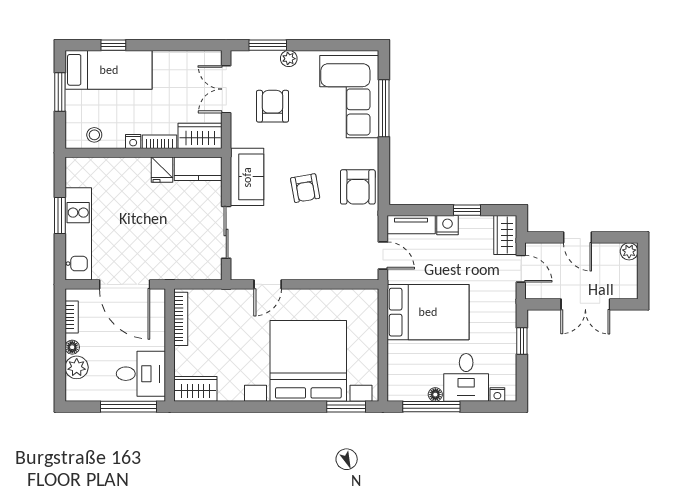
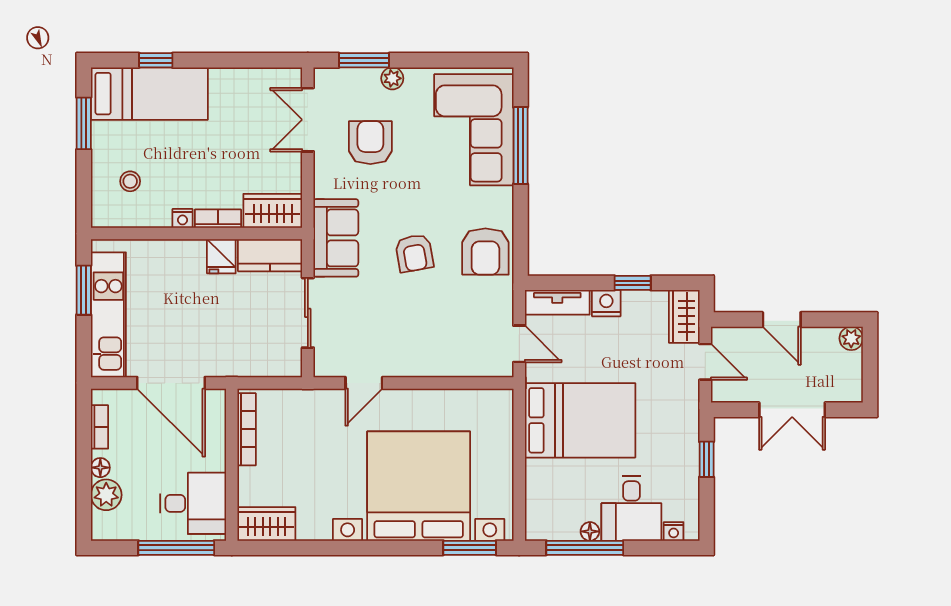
wardrobe: (200, 136) -> (273, 211), moved
nightstand: (133, 142) -> (182, 218), moved
bookcase: (159, 142) -> (218, 219), moved
wall: (144, 153) -> (196, 234), moved
kitchen counter: (198, 169) -> (270, 255), moved
fridge: (162, 170) -> (221, 256), moved

